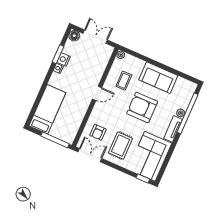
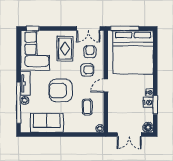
sofa: (158, 78) -> (47, 123), moved
armchair: (142, 107) -> (61, 91), turned 180
bed: (47, 109) -> (133, 52), width x2.04
armchair: (108, 116) -> (87, 70), added

